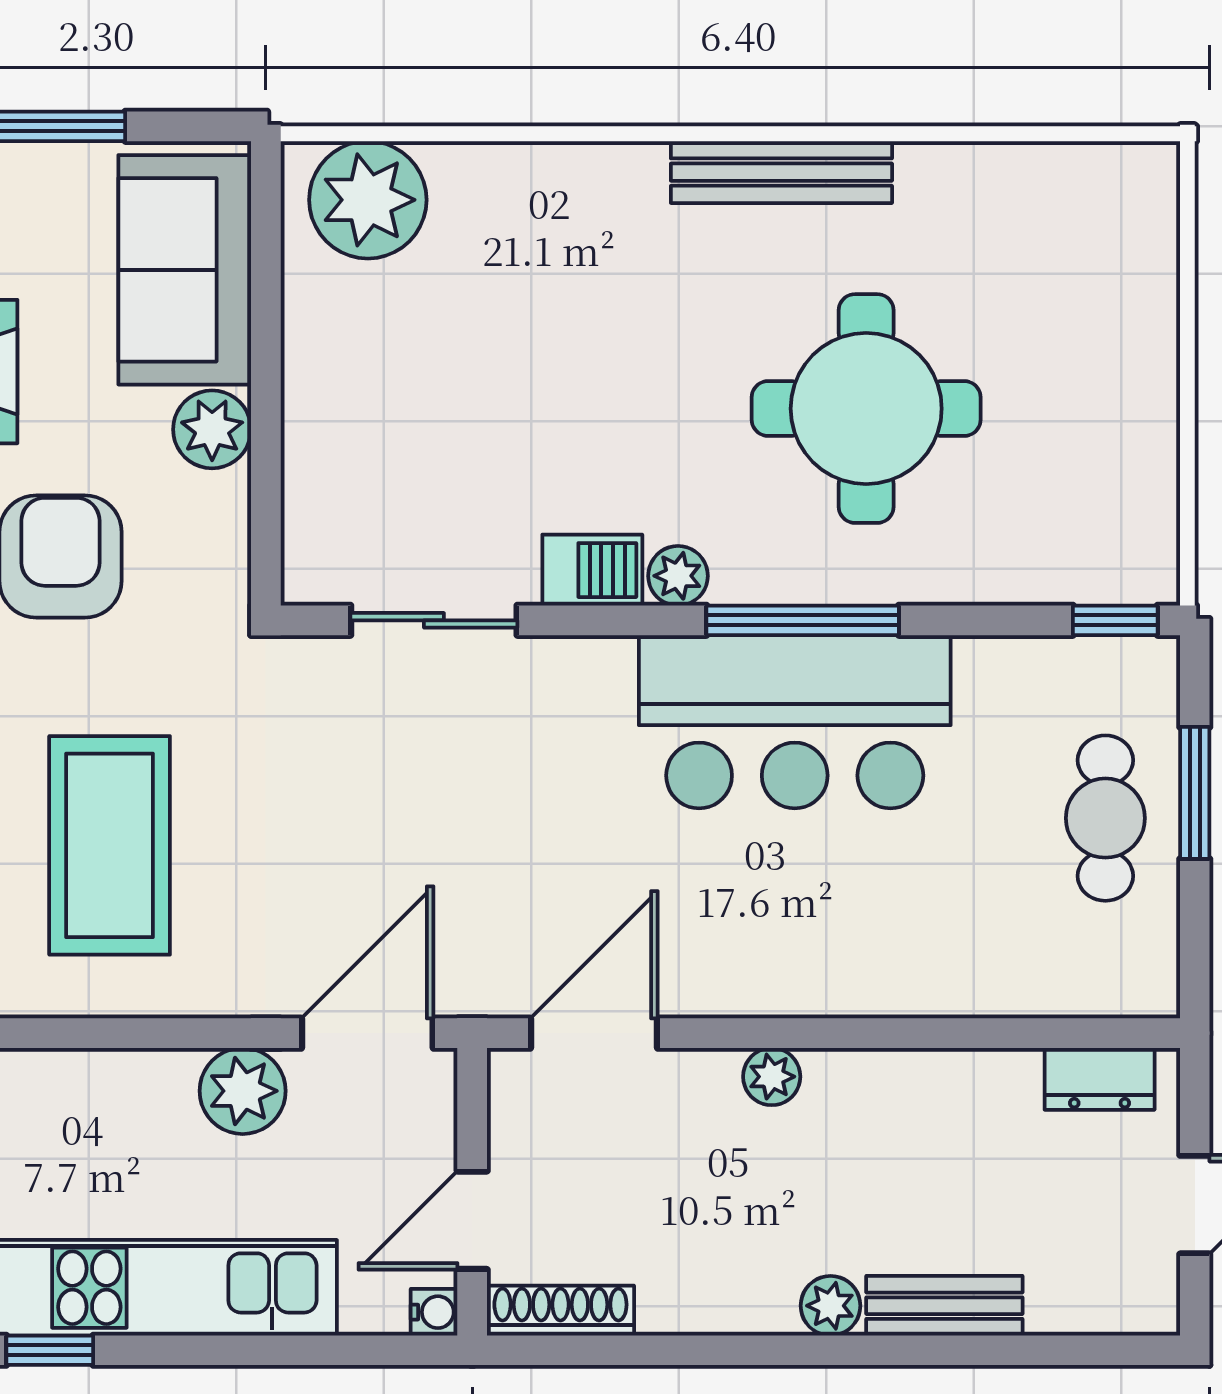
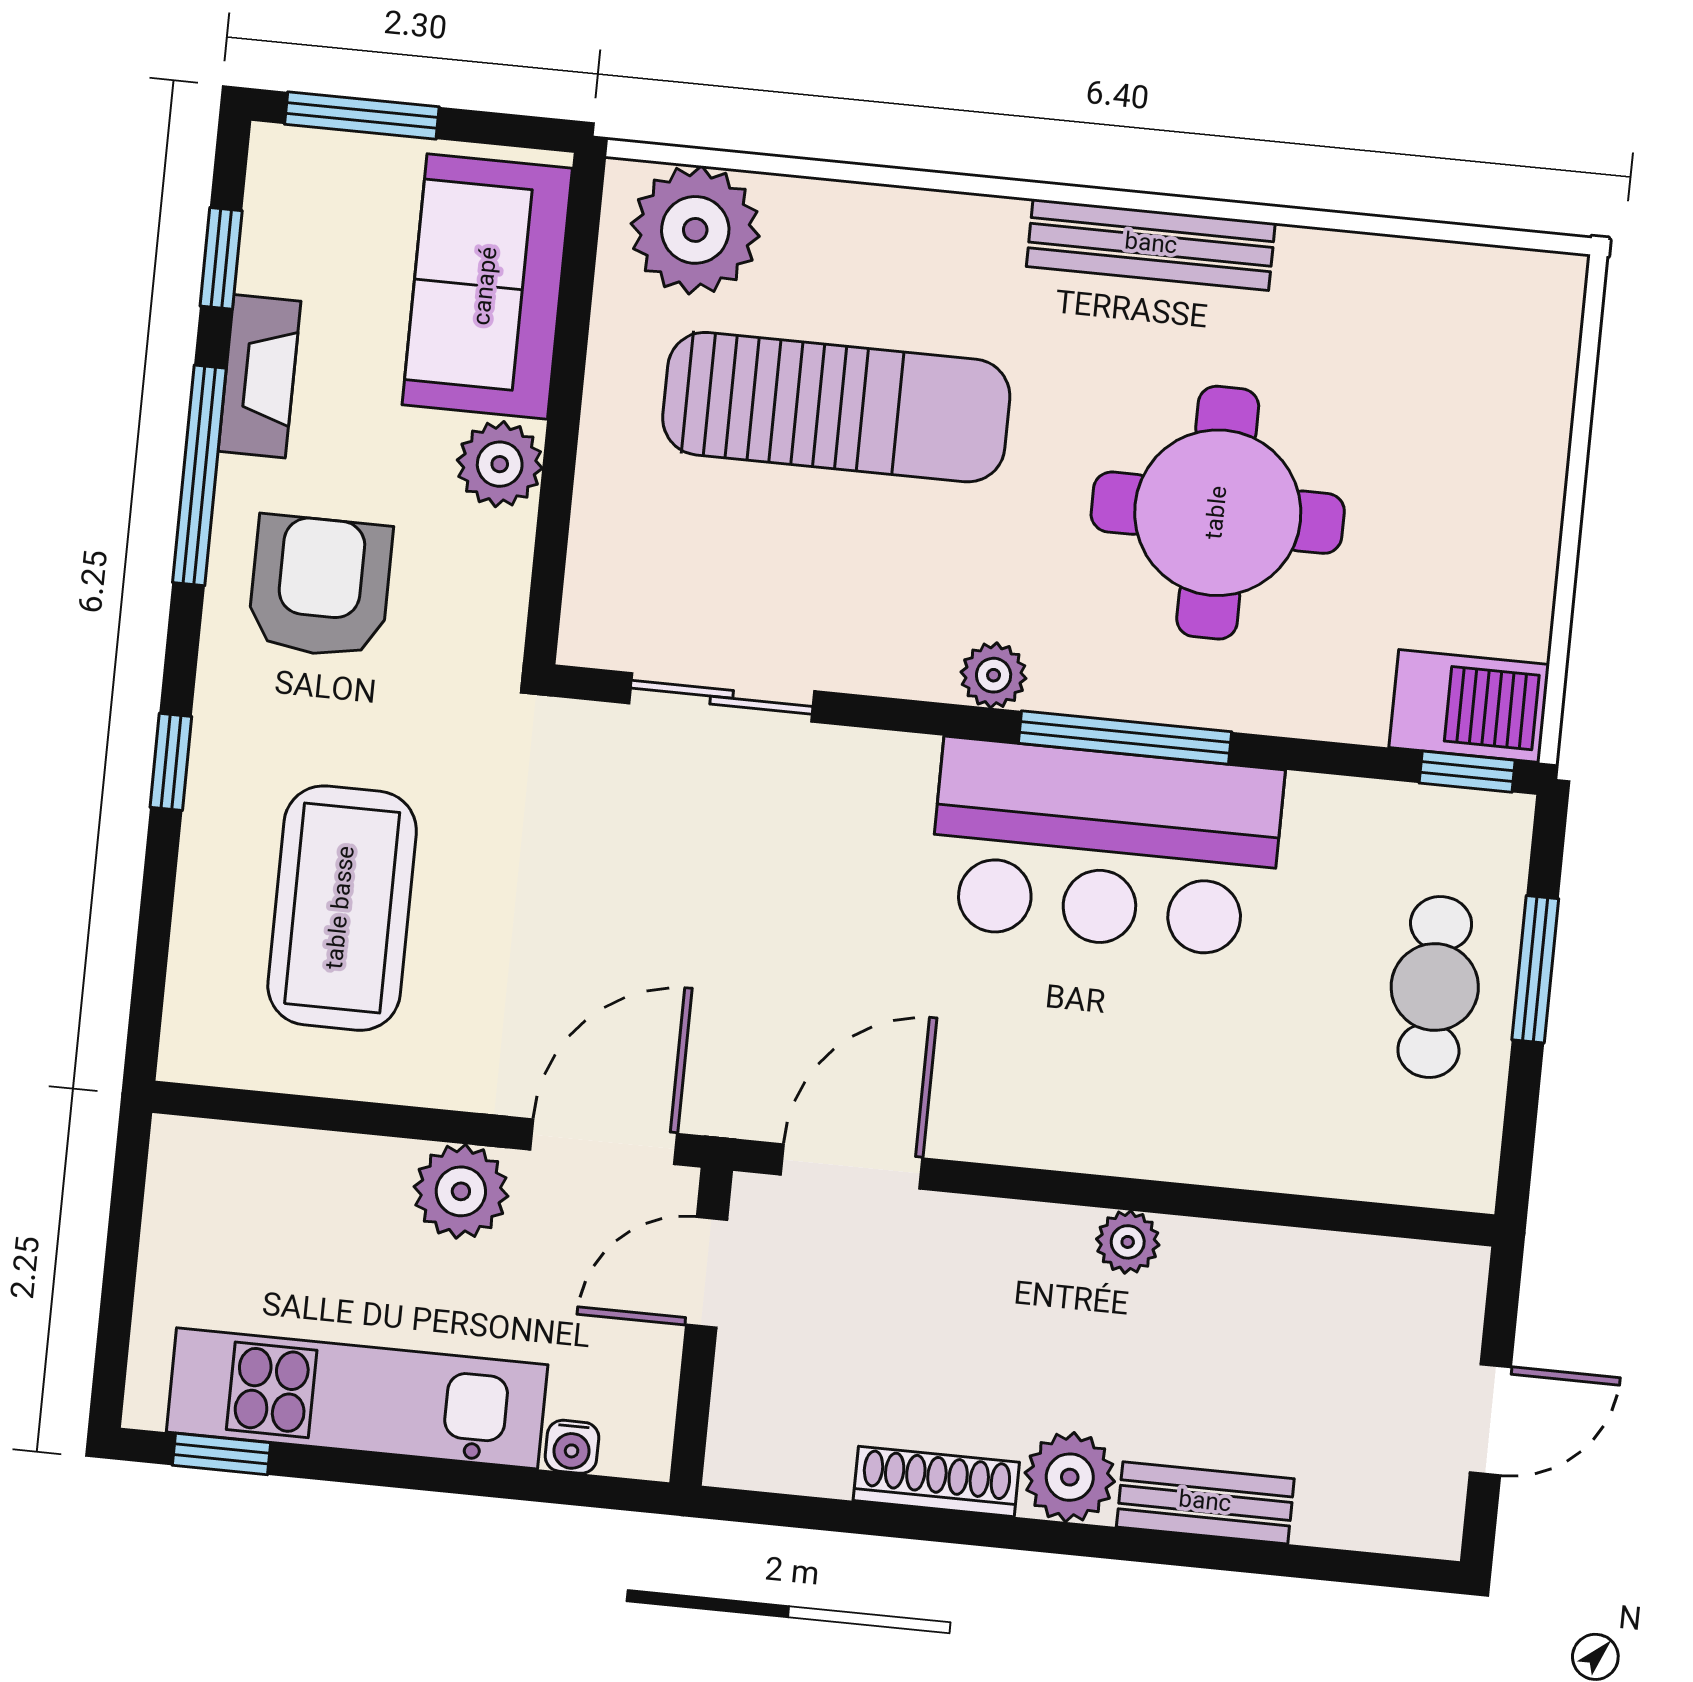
sun lounger: (511, 347) -> (836, 407), added
barbecue: (592, 570) -> (1469, 706), moved, width x1.38, depth x1.27
plant: (772, 1077) -> (1128, 1242), moved
dresser: (1100, 1079) -> (1400, 1272), removed
door: (472, 1220) -> (707, 1272), moved
plant: (831, 1306) -> (1070, 1477), width x1.38, depth x1.38
shoe rack: (560, 1311) -> (936, 1481), moved
water cooler: (434, 1312) -> (572, 1447), moved, turned 90

